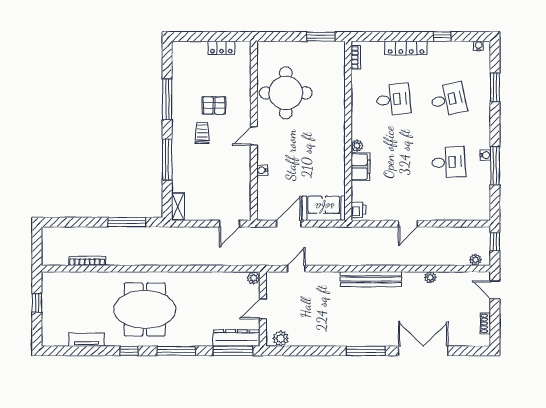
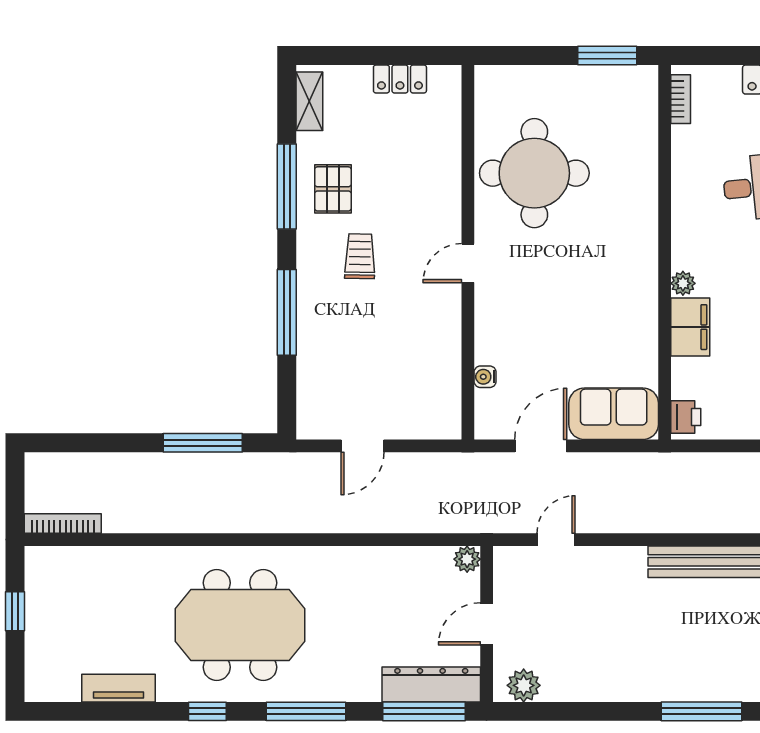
pallet: (214, 105) -> (333, 189), moved, turned 90
water cooler: (262, 170) -> (485, 377), moved
shelving: (178, 207) -> (309, 101), moved
door: (230, 224) -> (363, 446), moved
bookcase: (87, 261) -> (63, 524), moved

